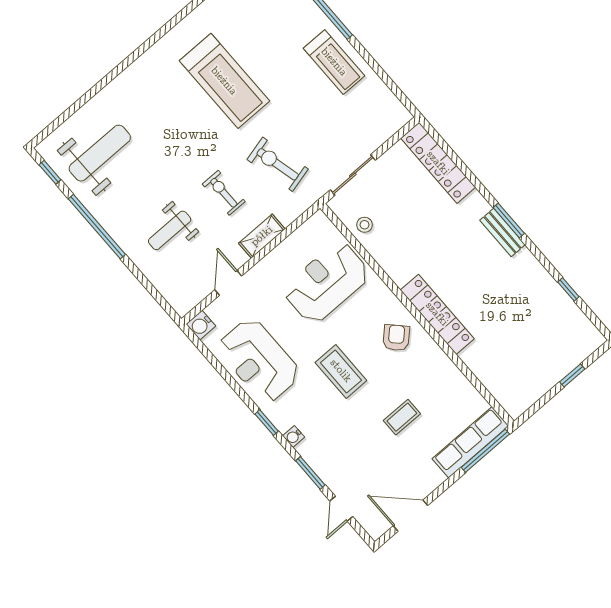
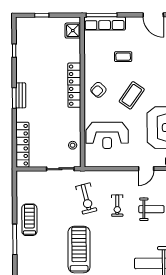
shelving: (262, 236) -> (117, 176), removed
coffee table: (341, 371) -> (132, 95), turned 35
shower: (508, 392) -> (73, 31), added

